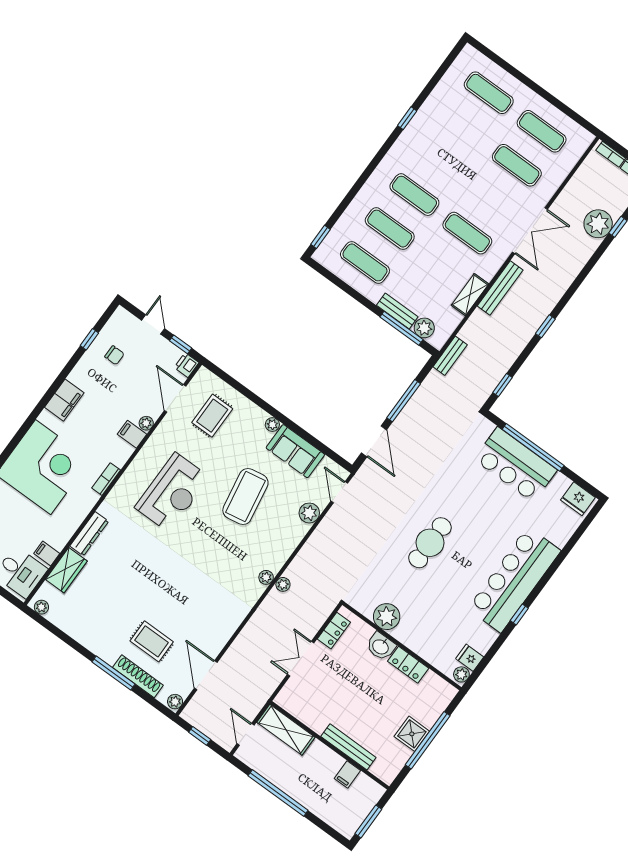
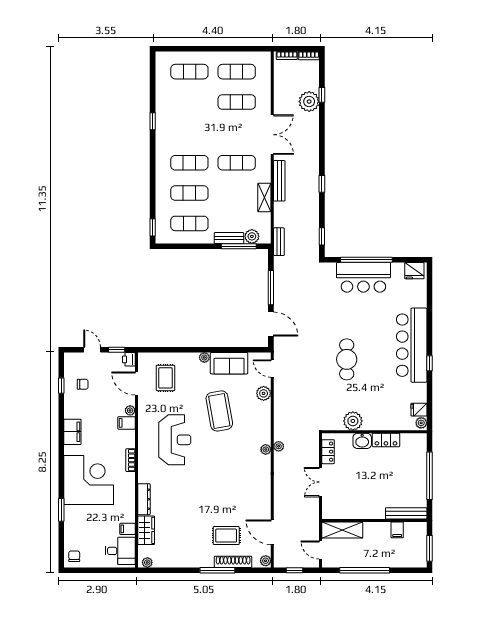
shower: (412, 734) -> (418, 479), removed
bench: (348, 747) -> (406, 513), moved

